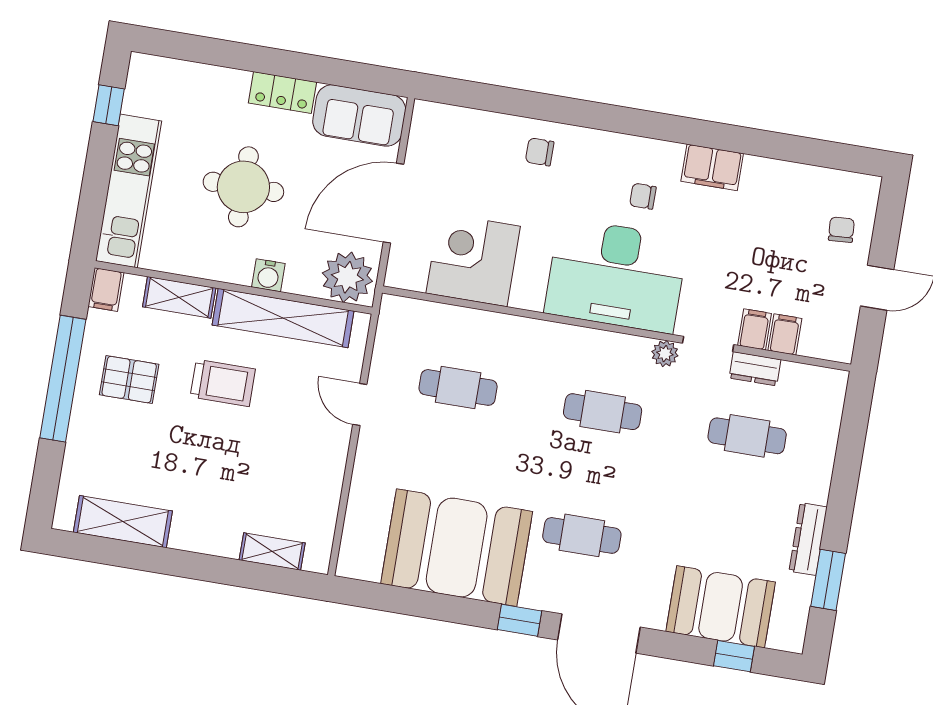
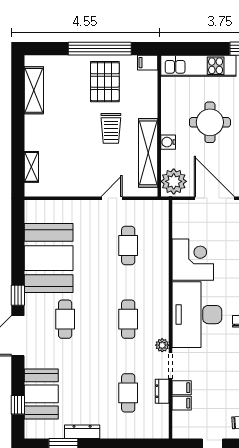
corner desk: (473, 260) -> (193, 260), moved
shelving: (179, 297) -> (150, 100), removed
pallet: (129, 380) -> (105, 82), width x1.50, depth x1.42

